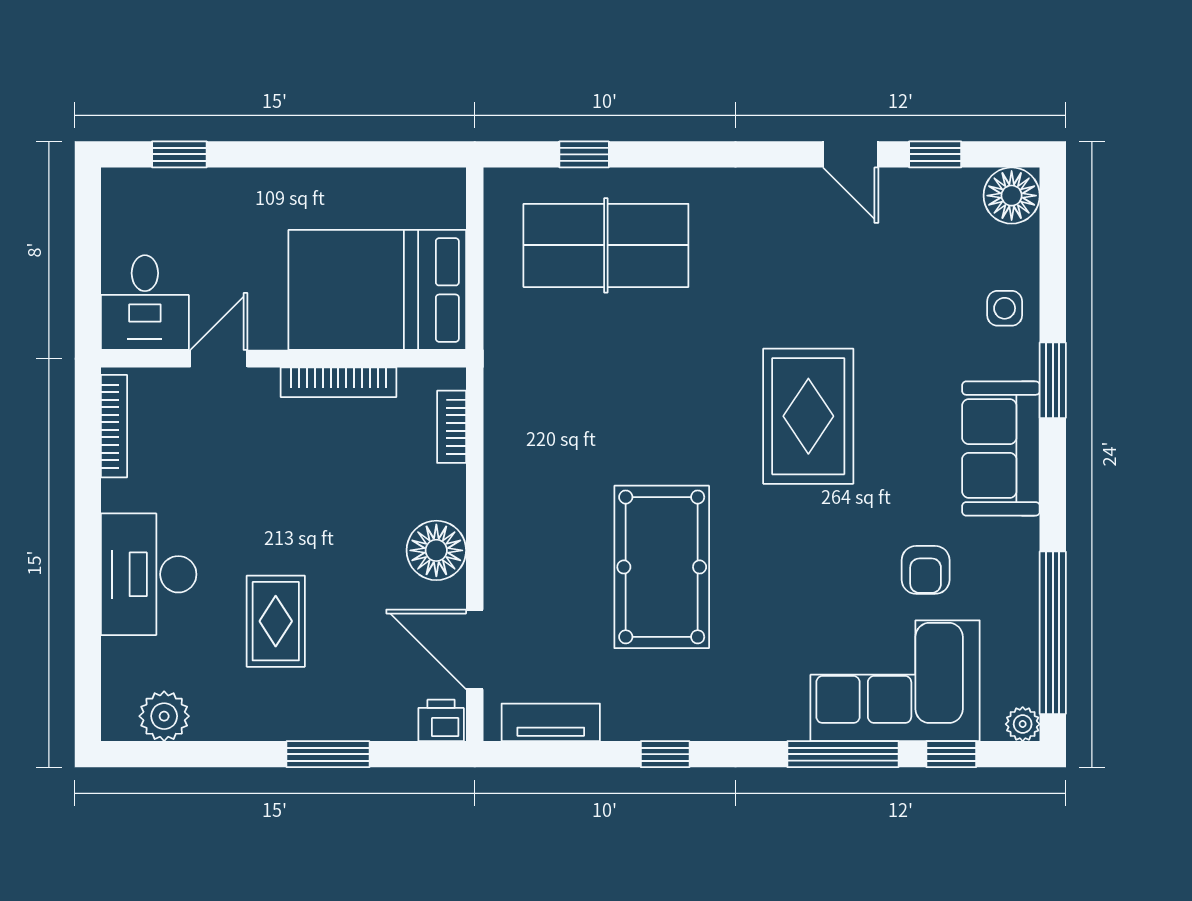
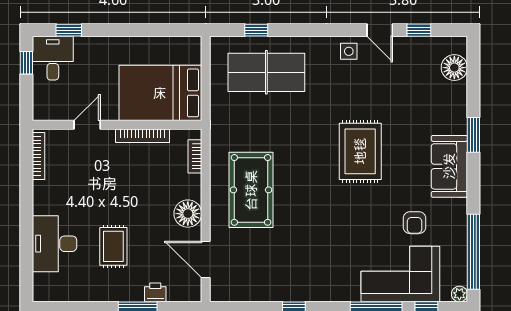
floor lamp: (1012, 196) -> (454, 68), moved
window: (88, 225) -> (26, 63), added
desk: (145, 303) -> (53, 58), moved, turned 180
side table: (1005, 308) -> (349, 51), moved
pool table: (662, 567) -> (251, 190), moved
desk: (149, 574) -> (55, 244), moved
plant: (164, 716) -> (62, 290), removed
printer: (441, 720) -> (155, 292), moved
tv unit: (551, 722) -> (241, 293), removed

